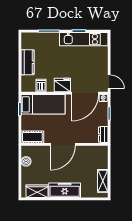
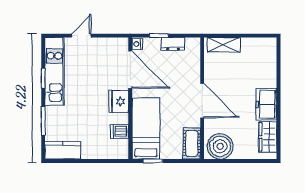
kitchen counter: (28, 62) -> (63, 150), moved
door: (109, 82) -> (81, 36), moved
dresser: (103, 134) -> (173, 44), moved
boiler: (26, 161) -> (220, 146), width x1.86, depth x1.86
shelving: (103, 181) -> (224, 45), moved
freezer: (65, 190) -> (266, 104), width x0.71

